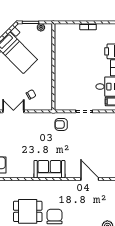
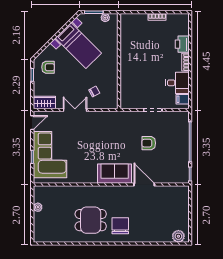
armchair: (61, 124) -> (149, 143), moved
door: (90, 179) -> (144, 185), moved

